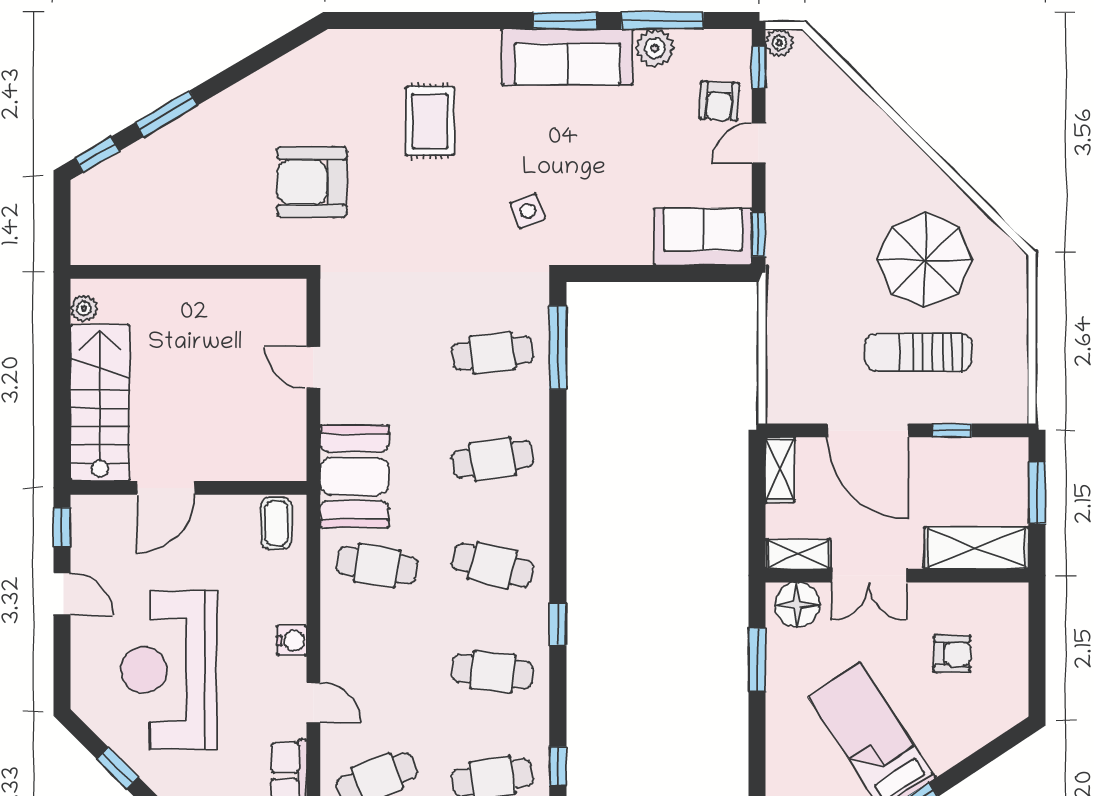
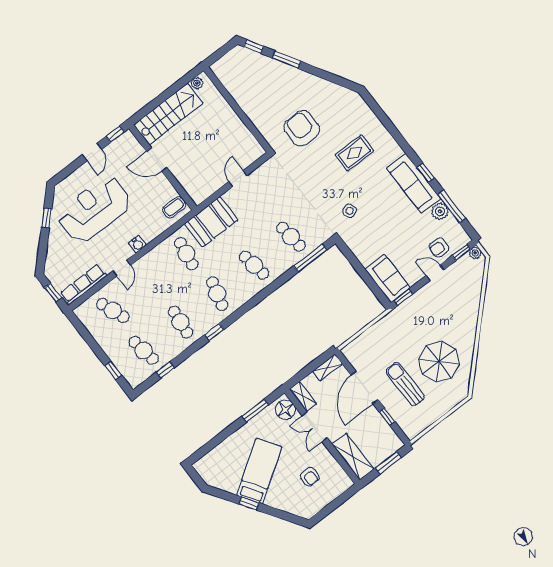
window: (565, 21) -> (426, 173), width x0.67

